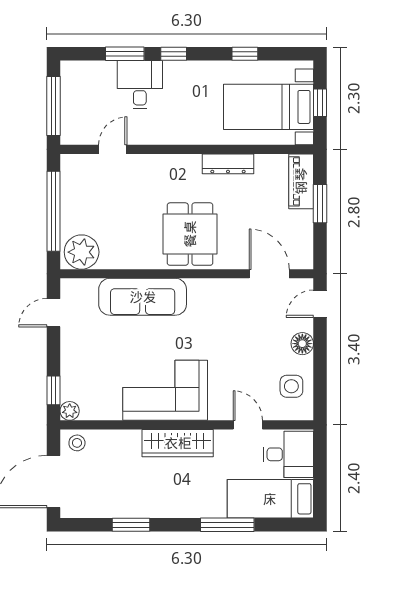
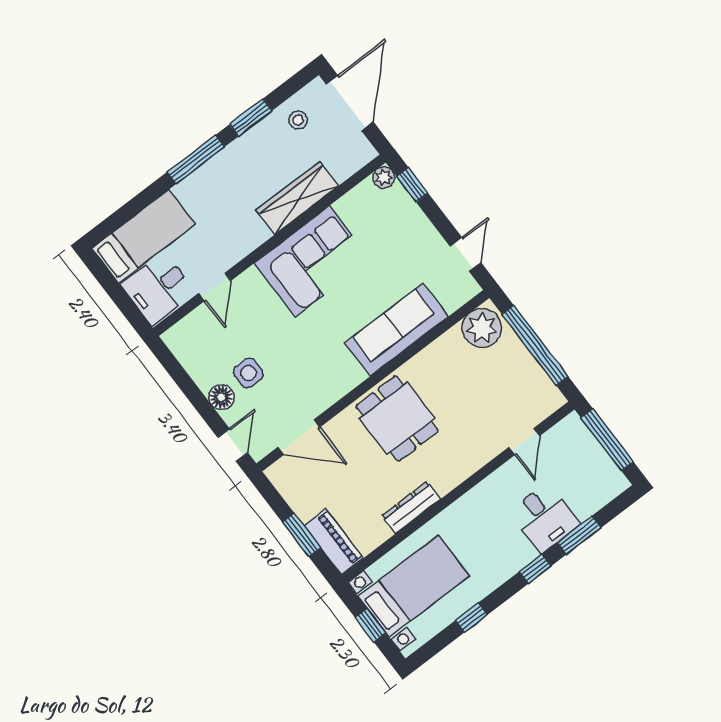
side table: (291, 386) -> (248, 373), moved
door: (248, 425) -> (215, 287), hinge flipped
stool: (77, 443) -> (298, 120), moved
wardrobe: (178, 443) -> (297, 198), moved
window: (227, 525) -> (196, 159), moved

